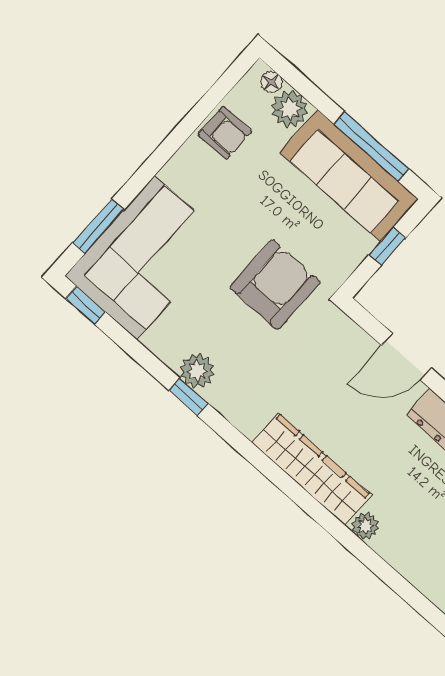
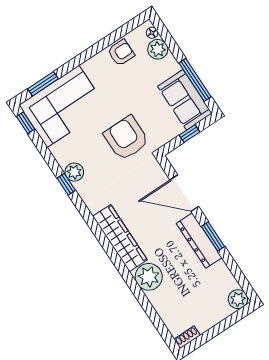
armchair: (225, 133) -> (121, 53), turned -90
sofa: (349, 176) -> (185, 100), width x0.73
armchair: (275, 285) -> (126, 138), turned -90
door: (406, 357) -> (184, 193), width x1.36
plant: (365, 526) -> (149, 277), width x1.88, depth x1.88

